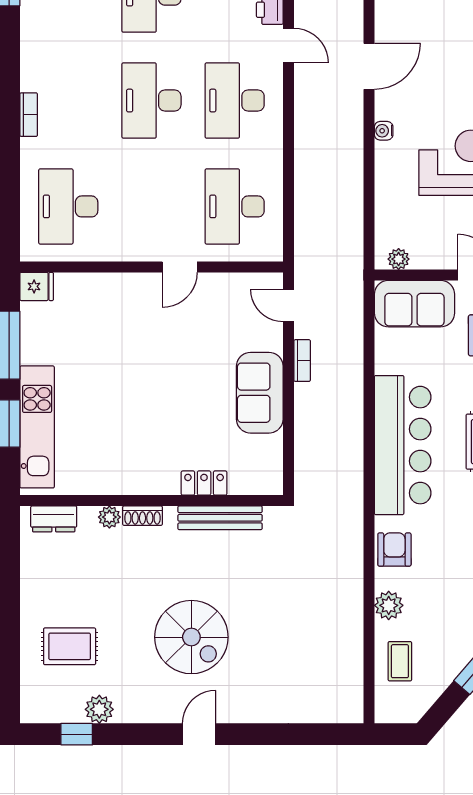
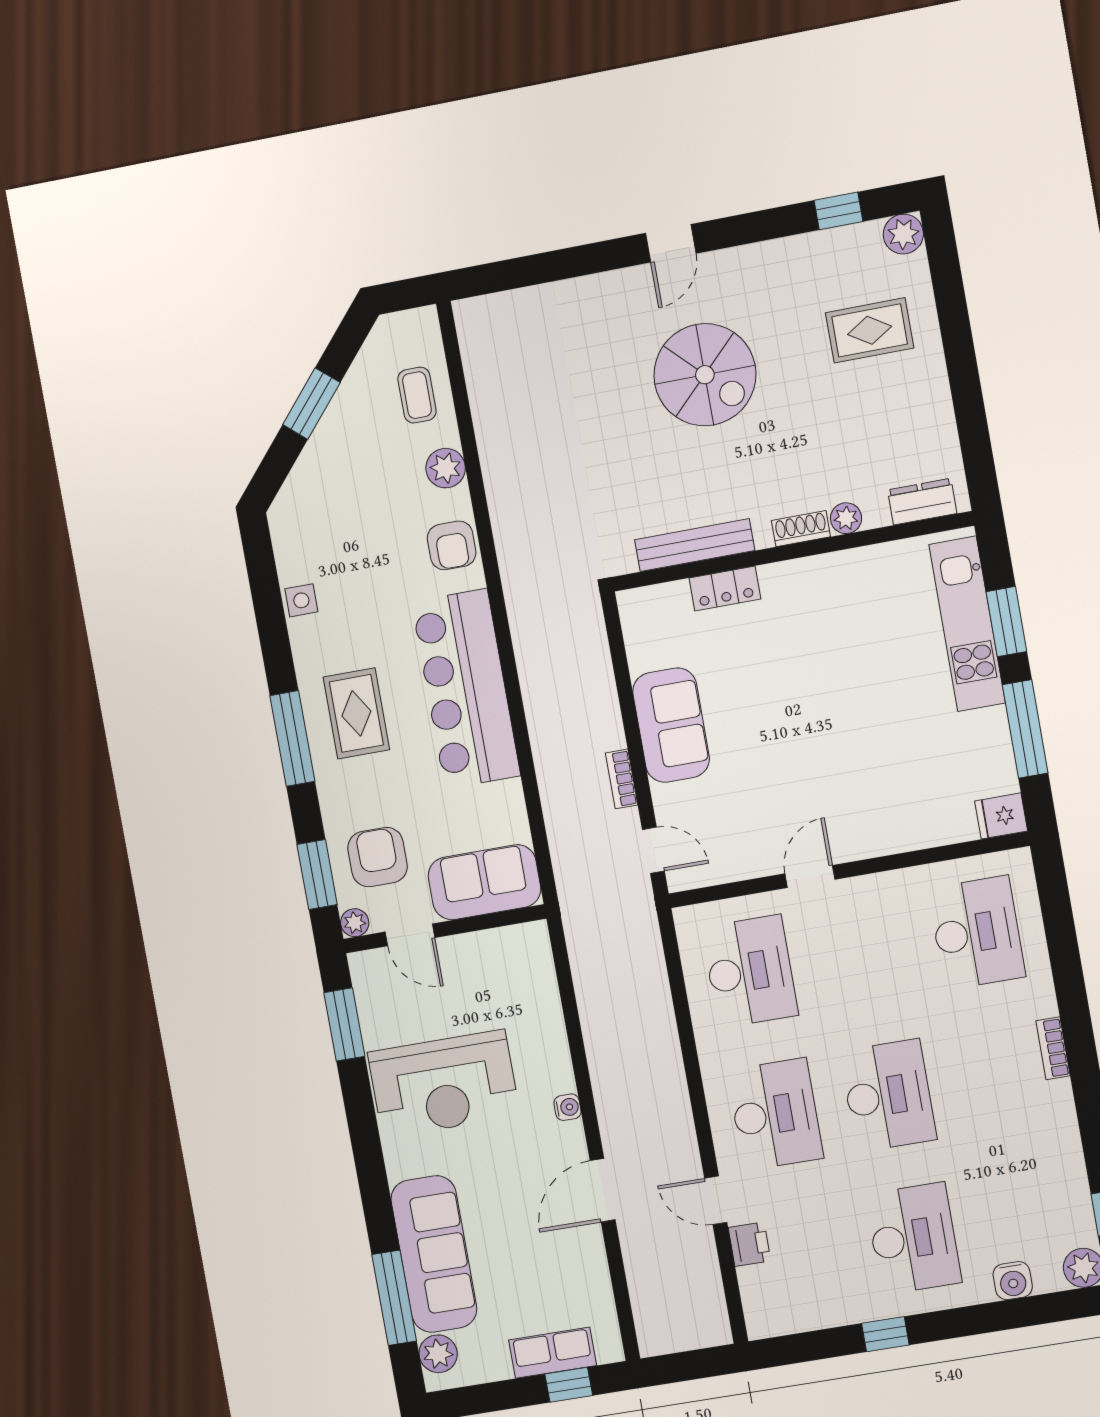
plant: (399, 259) -> (517, 938), removed
spiral stairs: (191, 637) -> (705, 375), turned 180
plant: (99, 709) -> (903, 234), moved

